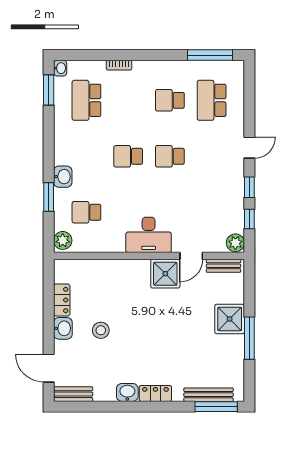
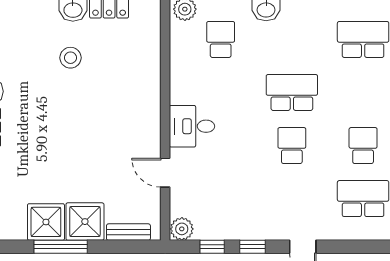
school desk: (128, 156) -> (292, 92), width x1.85
desk: (149, 235) -> (192, 126), width x0.73
bench: (223, 266) -> (128, 232), moved, turned 90
shower: (165, 274) -> (46, 222), moved

